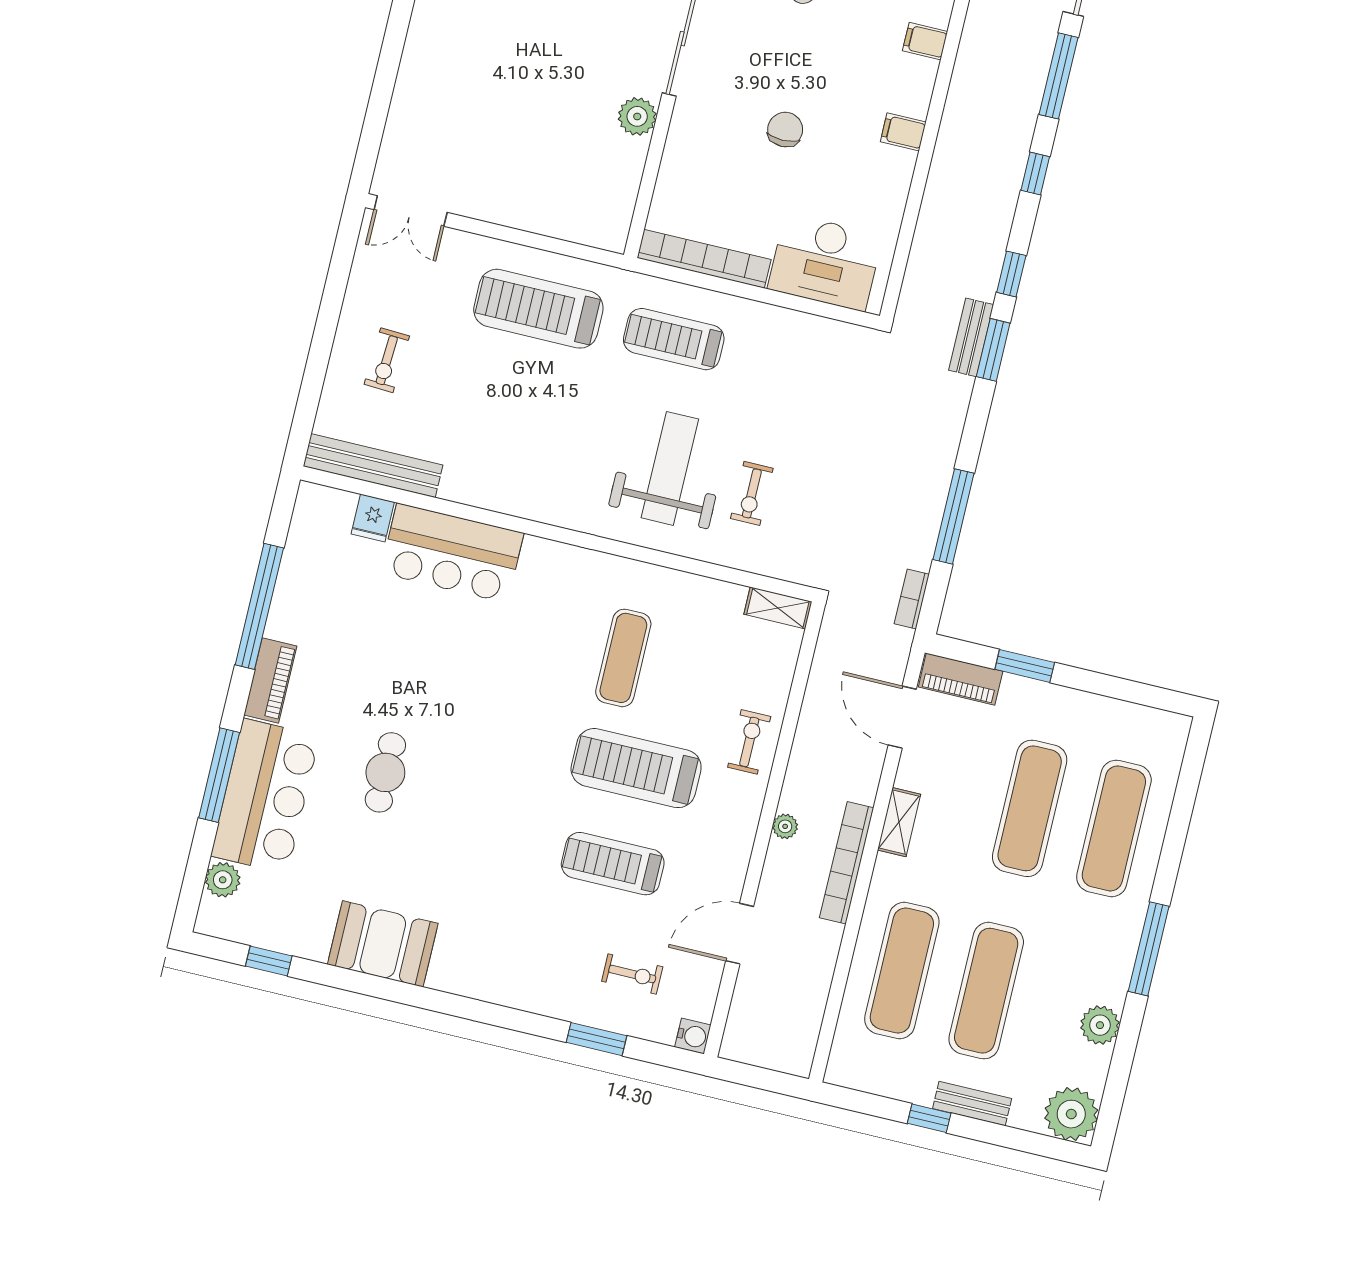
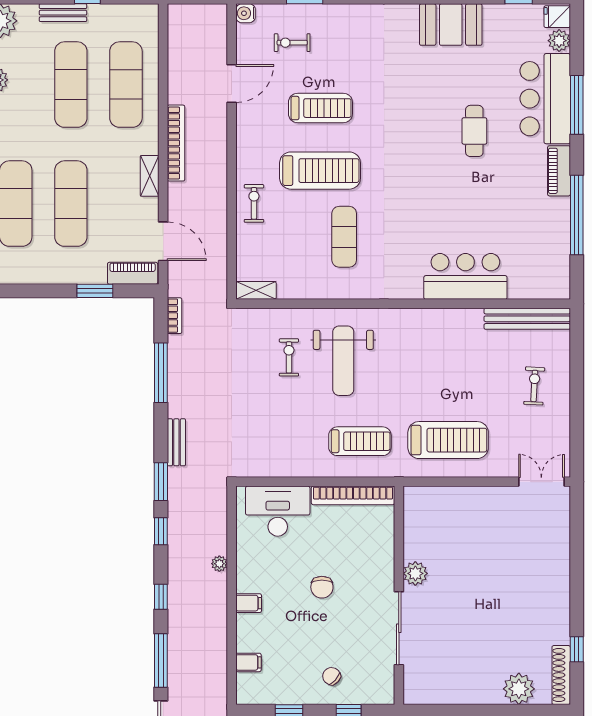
bench: (971, 337) -> (176, 442), moved
fridge: (373, 518) -> (557, 17), moved, turned -90
exercise bike: (749, 742) -> (254, 203), turned 180
plant: (785, 826) -> (219, 564), moved

